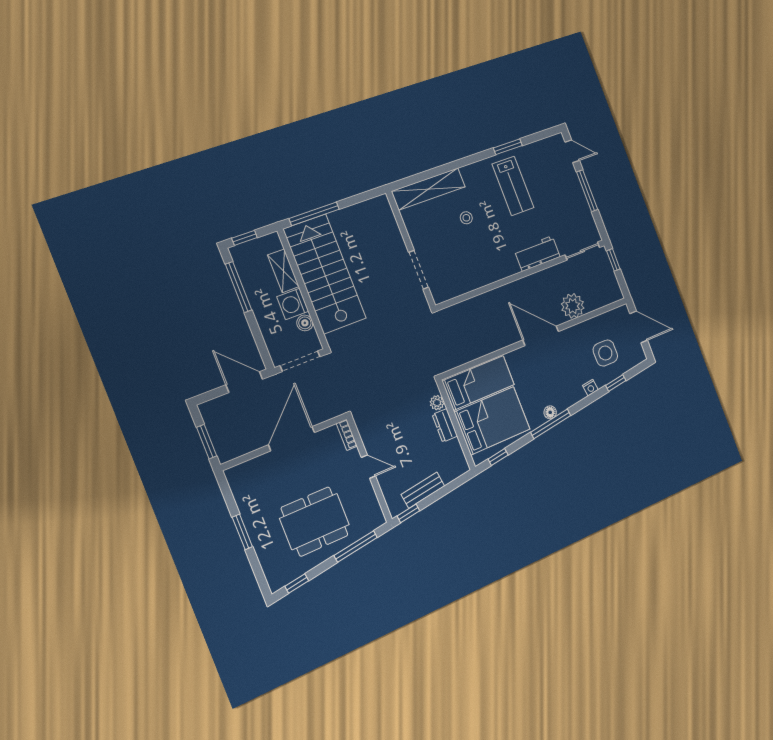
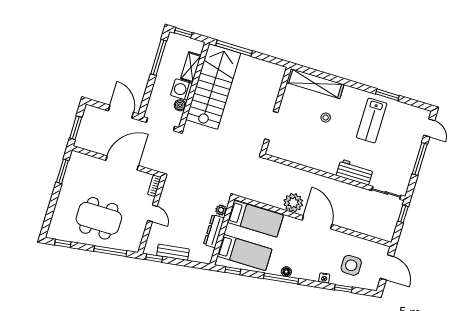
plant: (573, 306) -> (293, 203), moved
bed: (492, 421) -> (245, 253), width x0.67
dresser: (445, 425) -> (214, 231), width x1.44
window: (242, 532) -> (62, 171), moved

